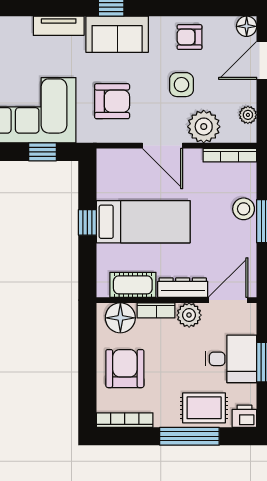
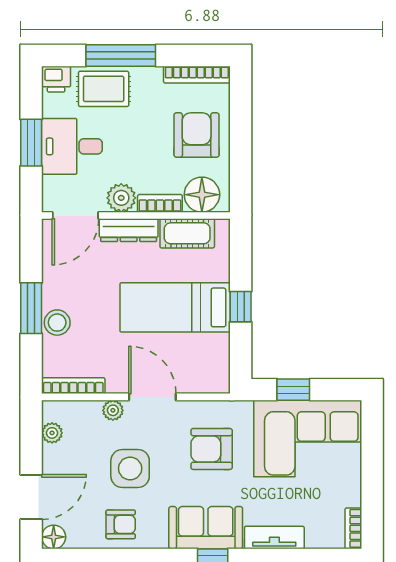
side table: (181, 85) -> (130, 468), width x1.37, depth x1.37
plant: (204, 127) -> (113, 410), width x0.53, depth x0.53
armchair: (125, 369) -> (197, 135), turned 180

